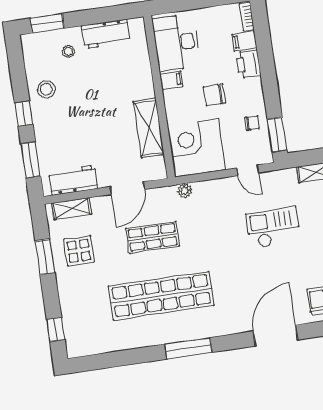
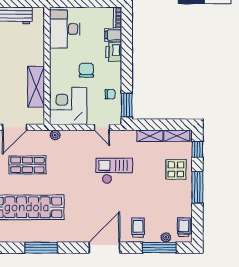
filing cabinet: (171, 80) -> (57, 55), removed
chair: (214, 95) -> (86, 70), turned 90

